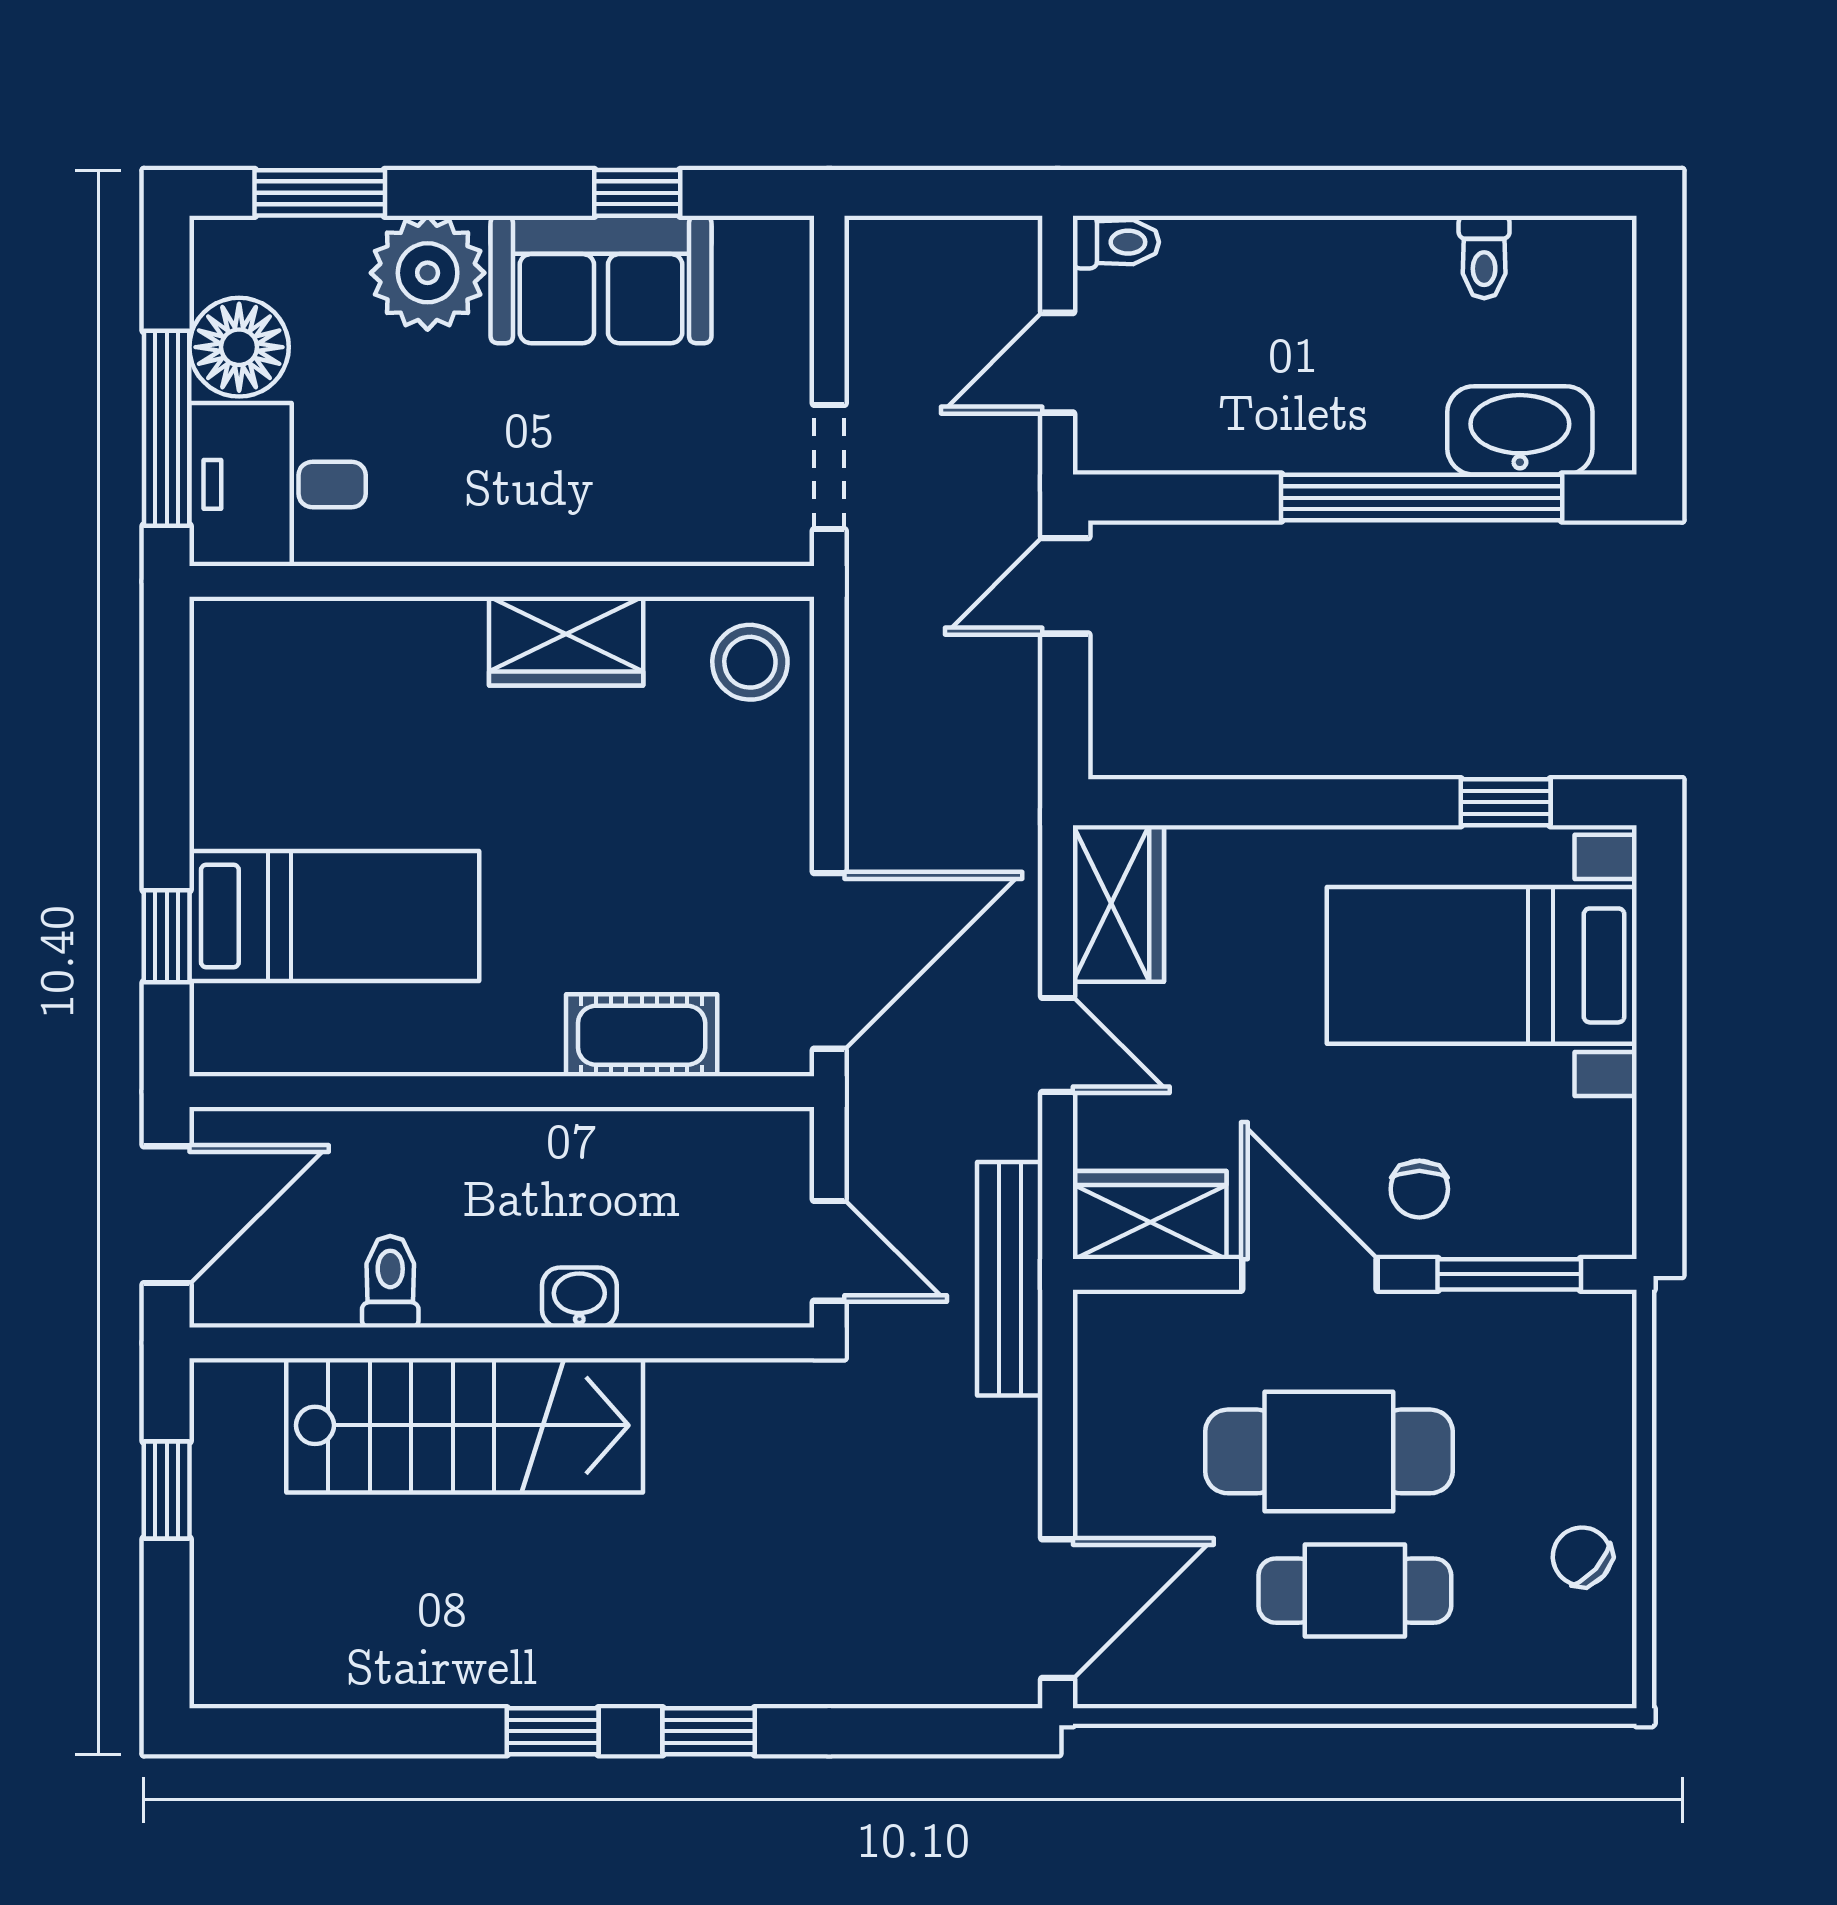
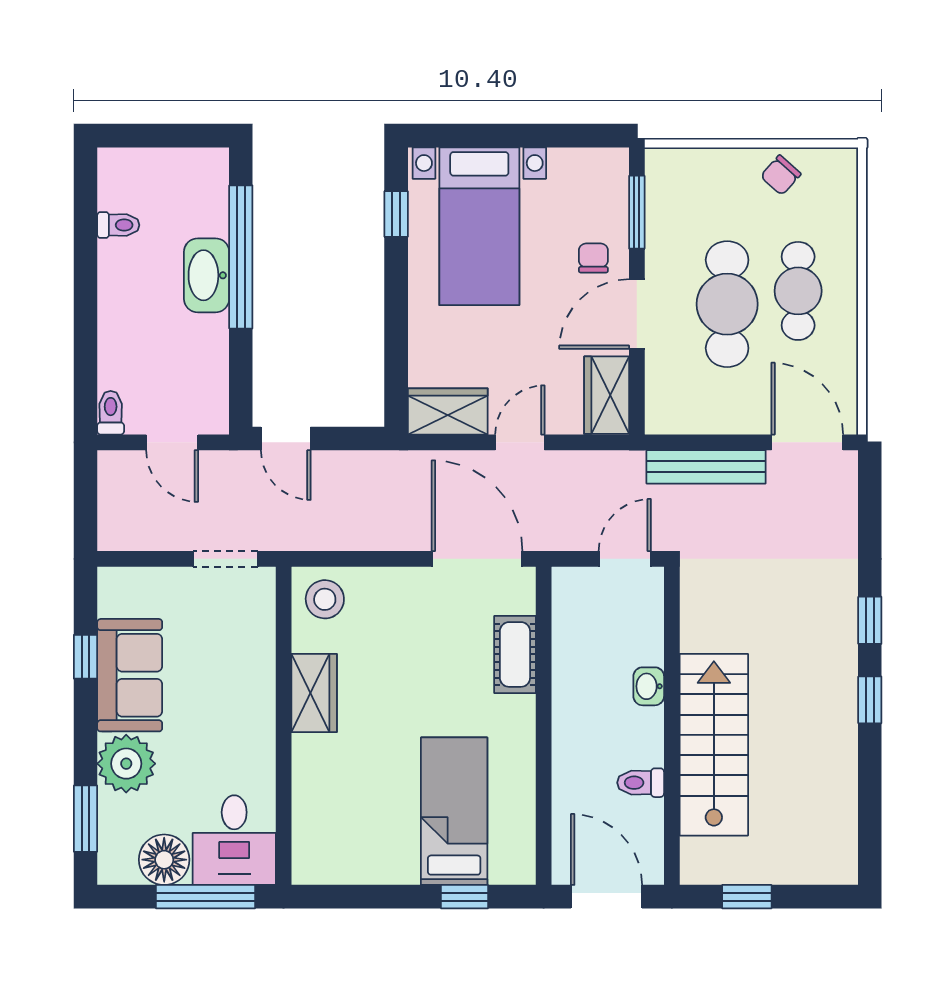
washbasin: (1520, 430) -> (207, 275), moved
chair: (1419, 1189) -> (593, 258), turned -90
bench: (1010, 1279) -> (706, 467), moved

